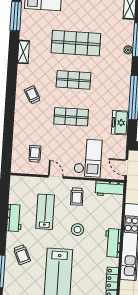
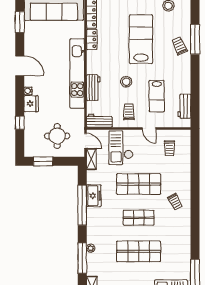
shelving: (23, 52) -> (91, 159), moved
shop shelf: (71, 117) -> (139, 184), width x1.43, depth x1.36
freezer: (120, 123) -> (94, 196), moved
workbench: (14, 218) -> (184, 106), moved
workbench: (113, 243) -> (93, 88), moved
trolley: (22, 255) -> (179, 46), moved

